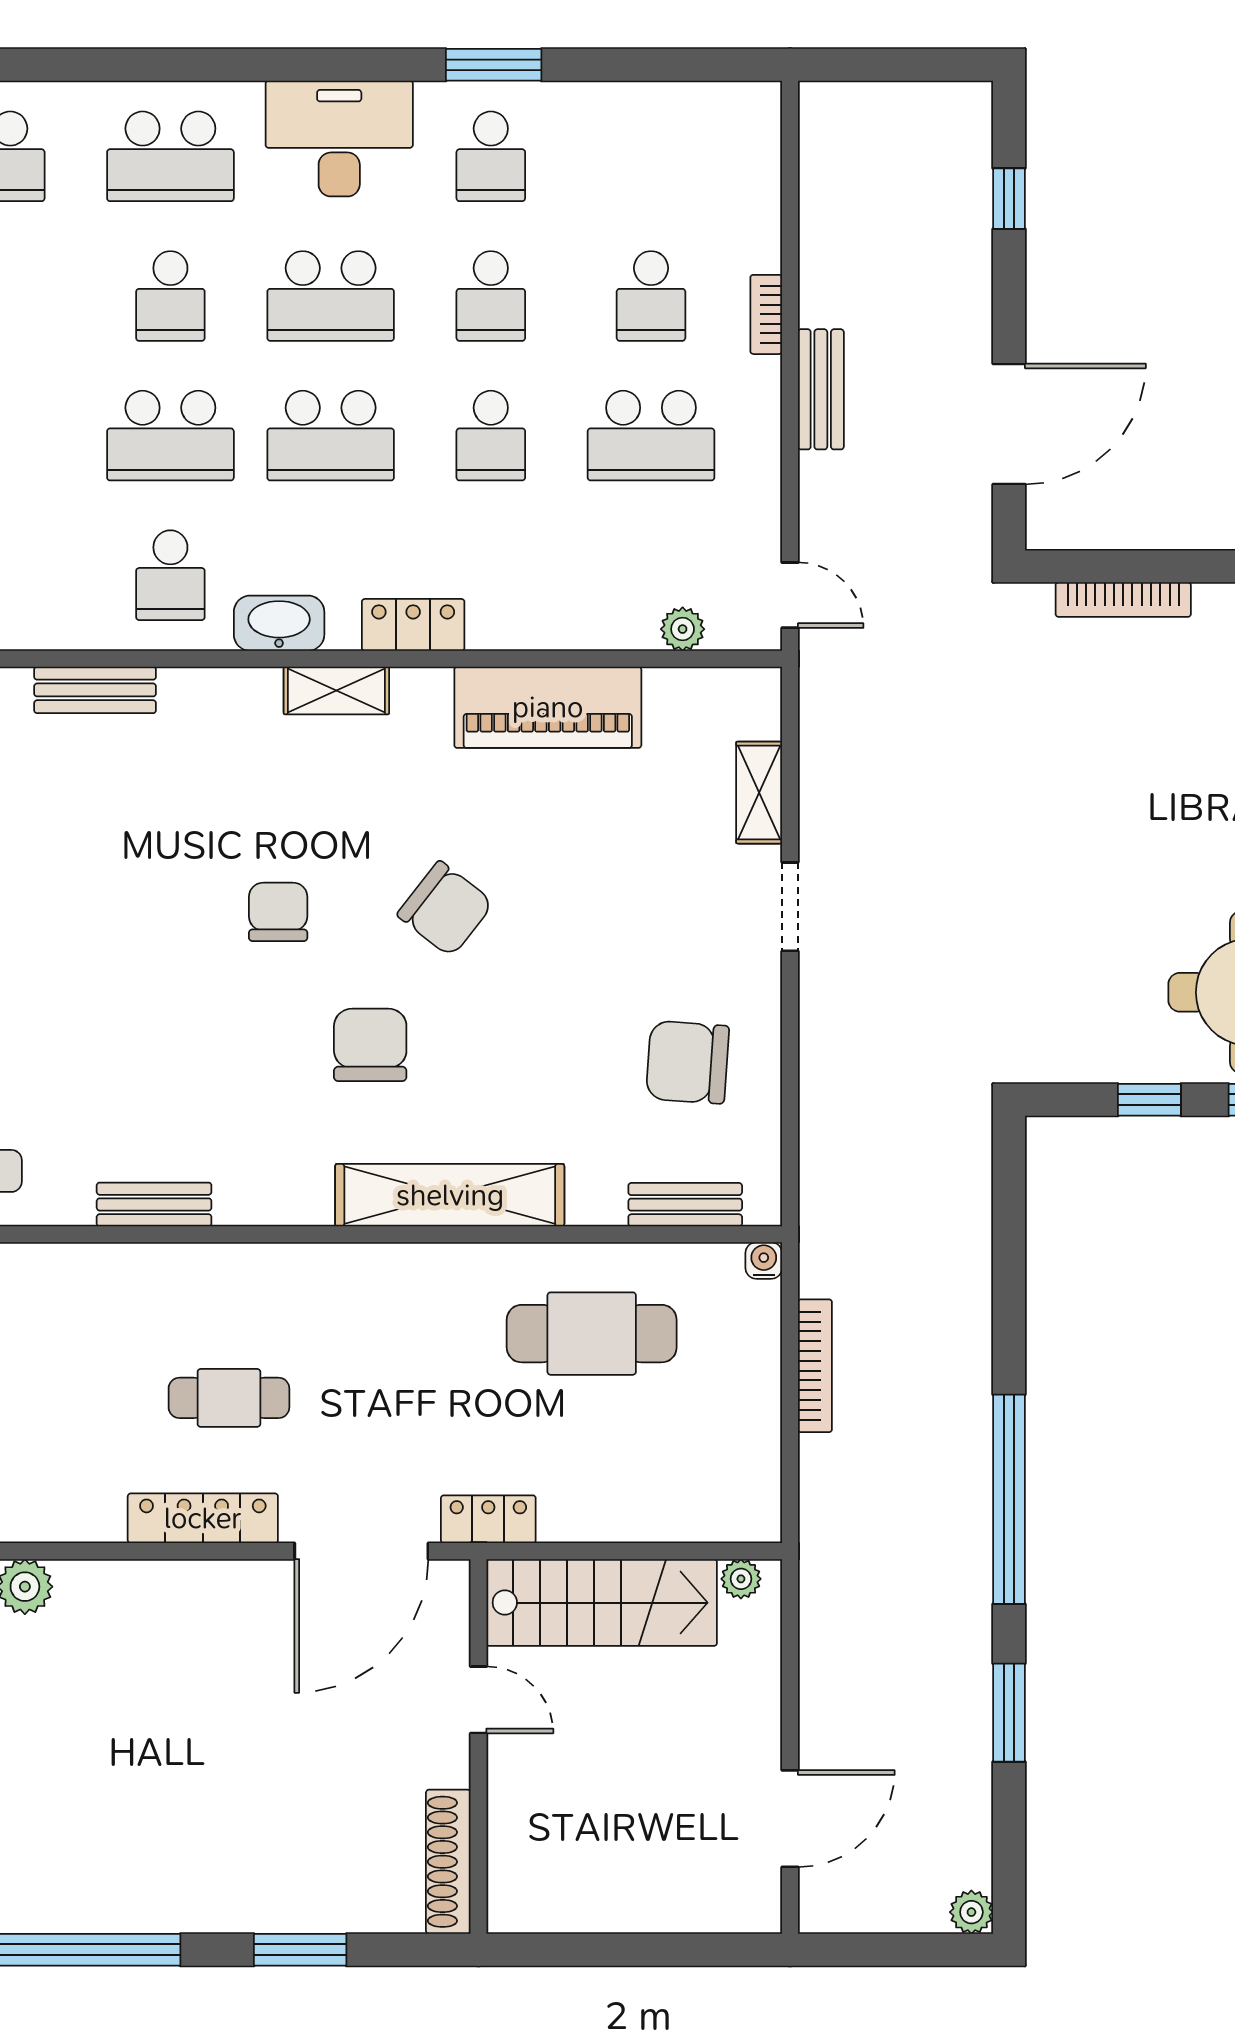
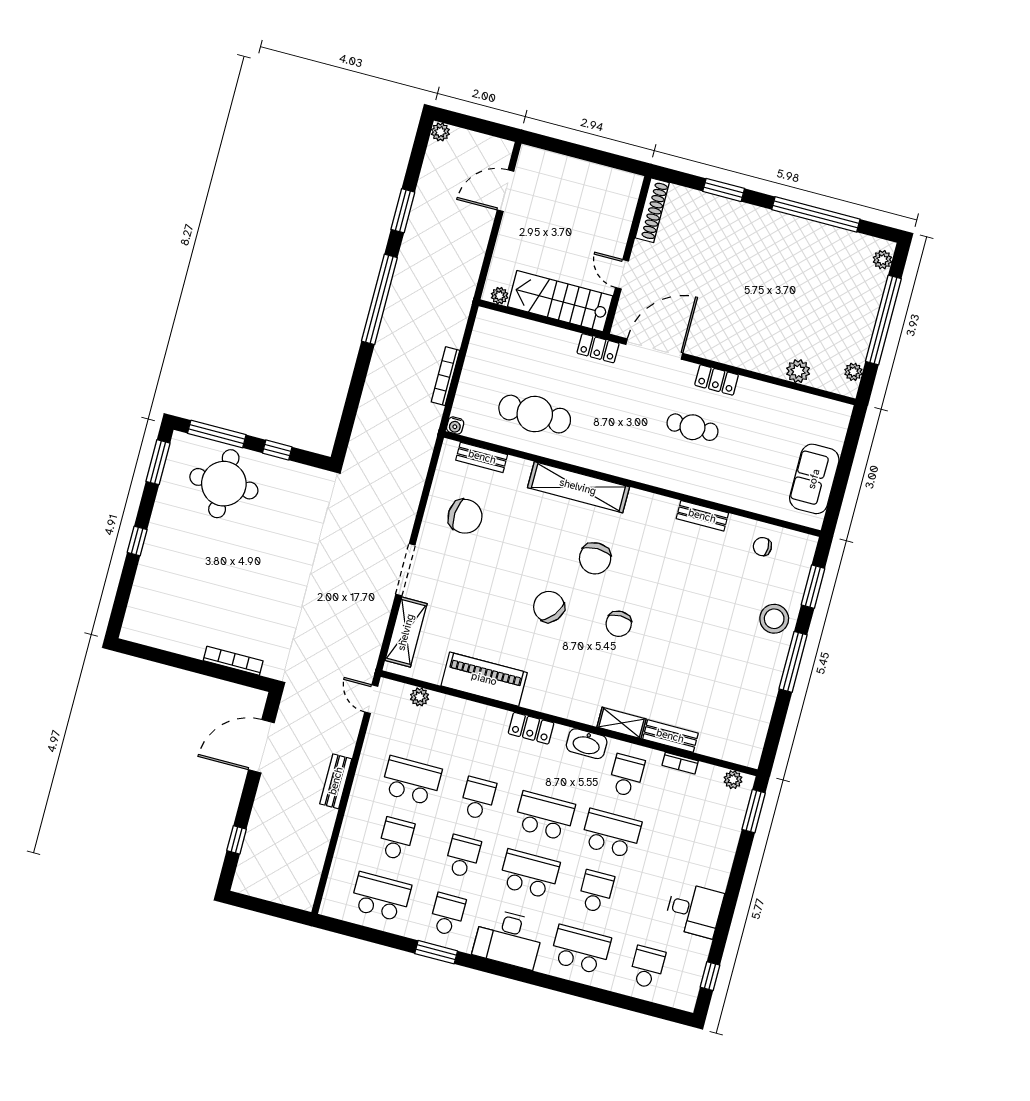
school desk: (651, 156) -> (381, 897), added
bookcase: (766, 314) -> (680, 763), moved, turned 90
shelving: (336, 690) -> (621, 723), moved
shelving: (759, 793) -> (406, 632), width x1.50, depth x1.33
doorway: (790, 907) -> (405, 570), width x1.38
locker: (203, 1518) -> (717, 380), width x0.66

